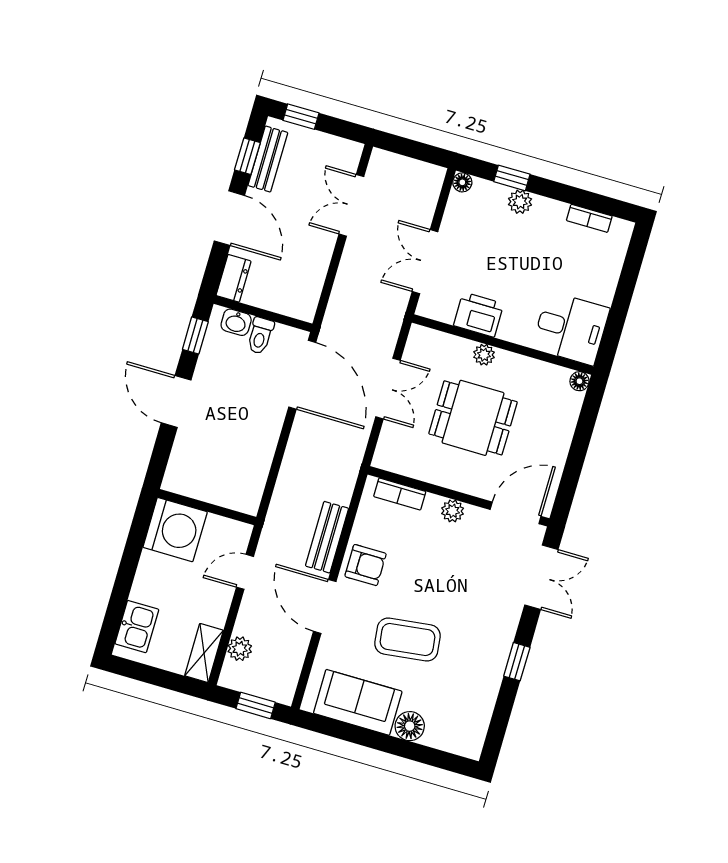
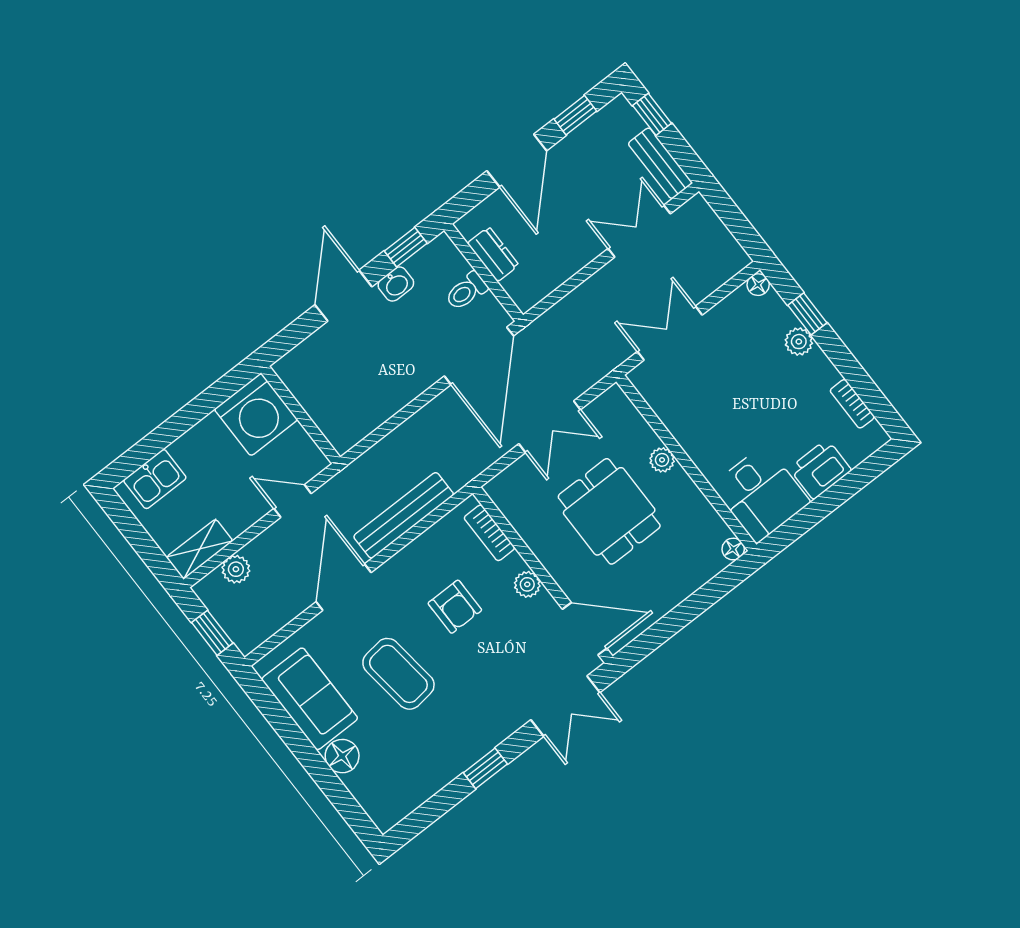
bench: (268, 159) -> (660, 163), moved, turned 90
dresser: (234, 278) -> (493, 254), moved, turned -90
printer: (479, 315) -> (820, 469), moved, turned -90
washbasin: (236, 322) -> (396, 284), moved, turned -90
bench: (327, 537) -> (404, 515), width x1.36
armchair: (366, 565) -> (455, 607), moved

